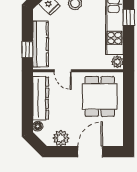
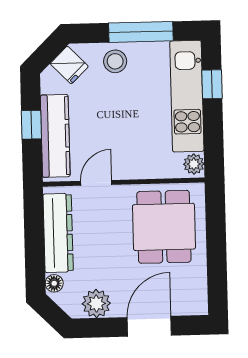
window: (27, 50) -> (31, 125), moved
door: (63, 71) -> (96, 183), swing flipped

